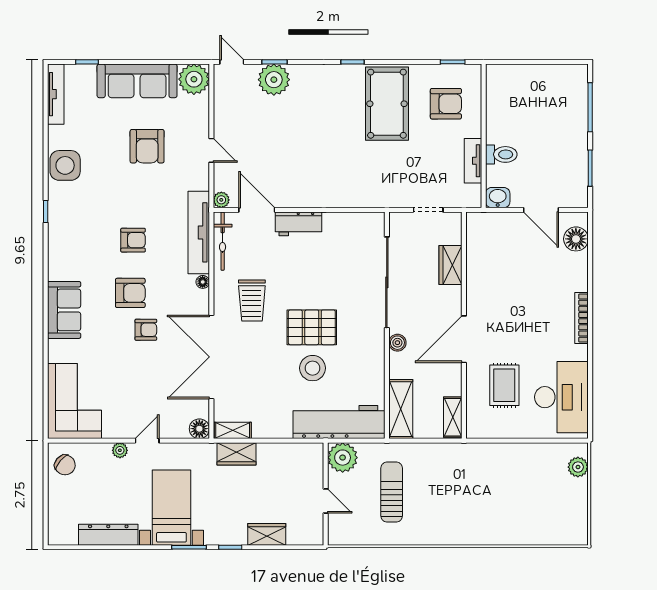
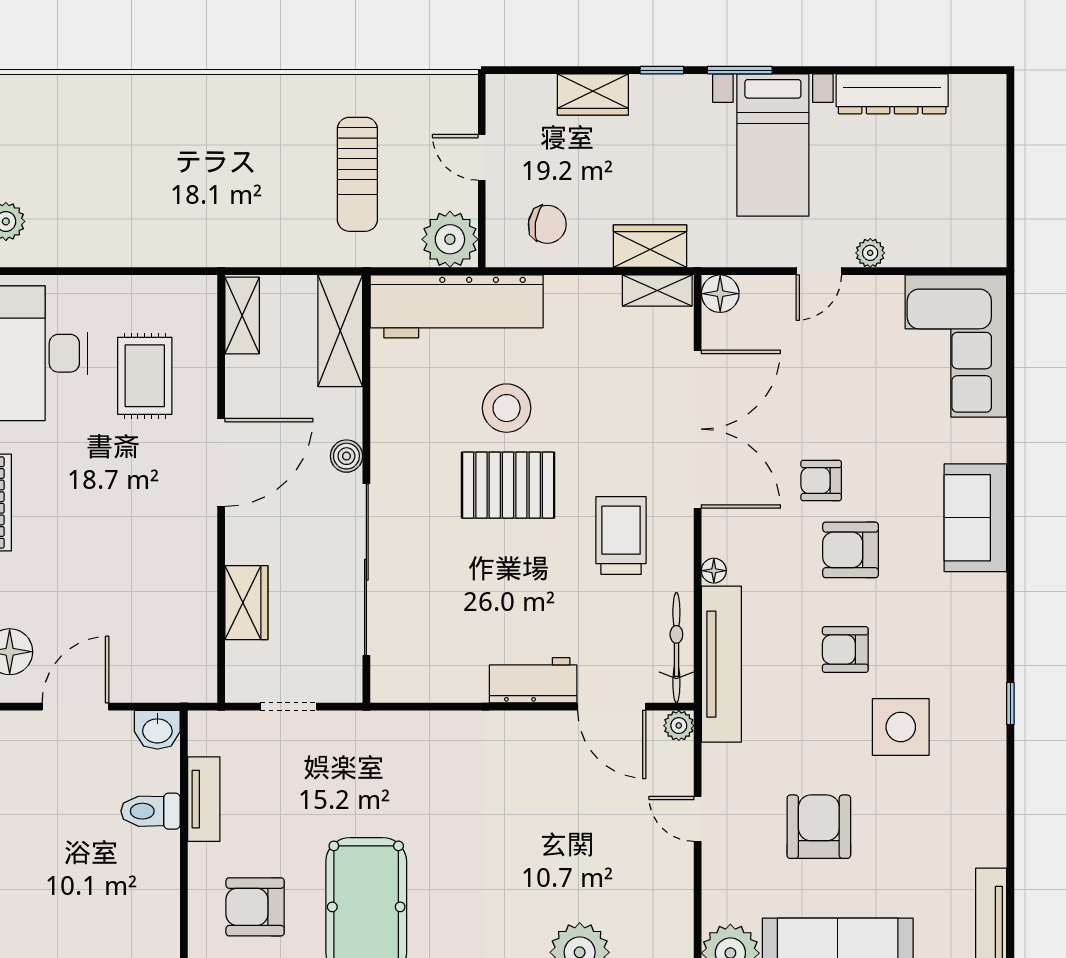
side table: (65, 165) -> (901, 727), moved
door: (541, 210) -> (75, 707), hinge flipped
chair: (65, 465) -> (547, 224), moved, turned 149

